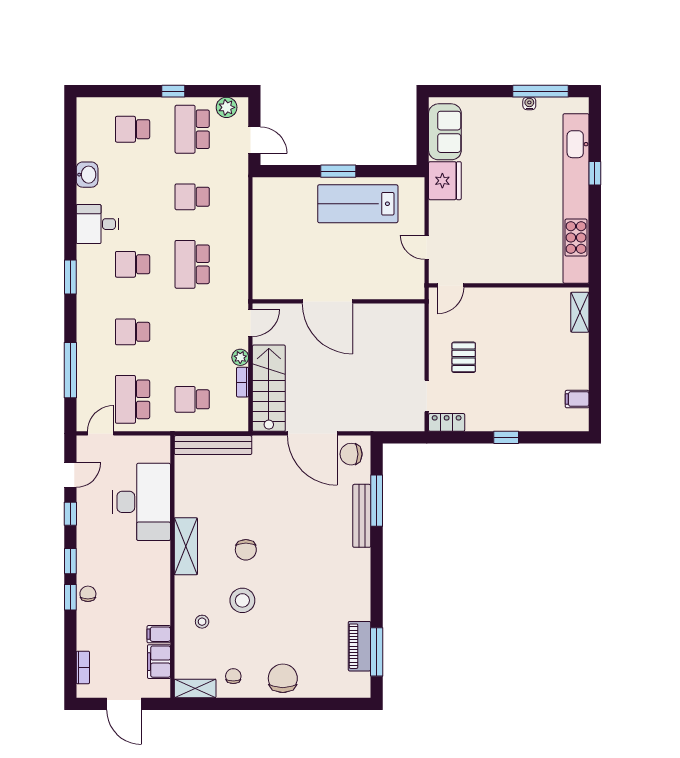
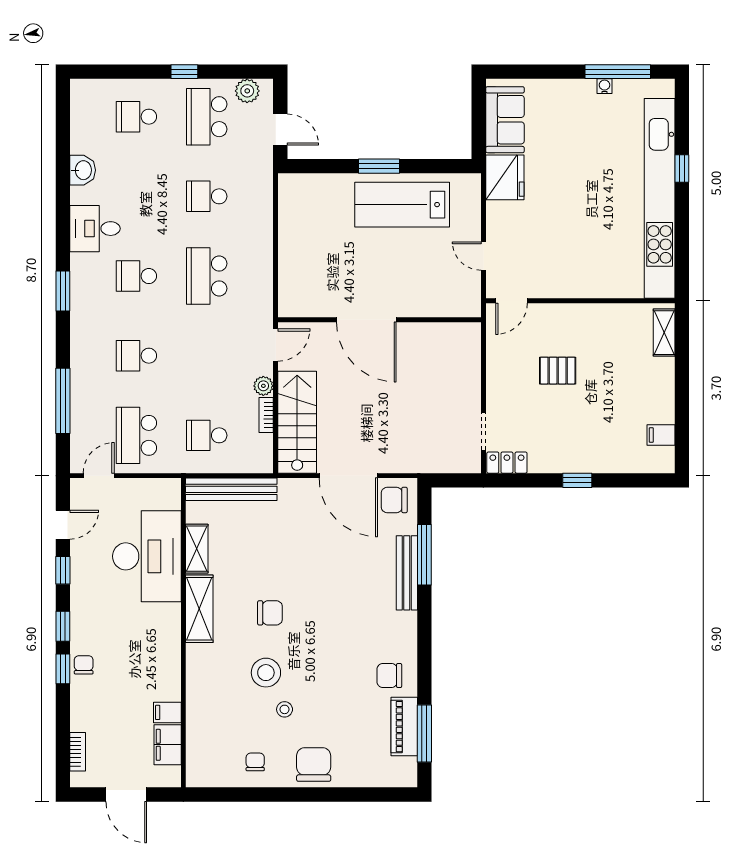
pallet: (464, 357) -> (558, 371), moved, turned 90
chair: (246, 550) -> (270, 613), turned -90
chair: (347, 603) -> (389, 676), added
stool: (202, 622) -> (285, 709), moved
shelving: (195, 688) -> (197, 549), moved, turned 90

